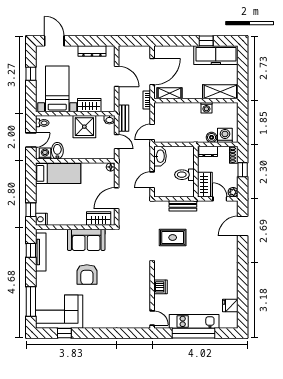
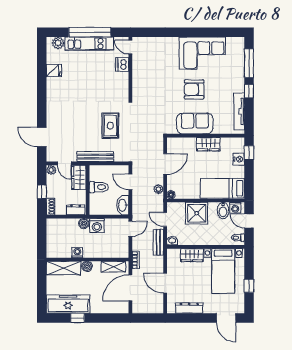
boiler: (197, 94) -> (87, 266), added
shower: (84, 127) -> (197, 213), moved
washing machine: (225, 135) -> (97, 226), moved
boiler: (212, 137) -> (84, 224), moved
door: (31, 140) -> (249, 221), hinge flipped
plant: (123, 173) -> (158, 189), added
door: (152, 180) -> (130, 182), swing flipped
bench: (183, 206) -> (95, 157), width x1.36
nightstand: (41, 219) -> (239, 159), moved
wardrobe: (99, 219) -> (208, 144), moved
door: (243, 226) -> (42, 137), swing flipped
rug: (173, 238) -> (110, 126), turned 90
window: (31, 250) -> (249, 91), moved
armchair: (87, 275) -> (194, 89), turned -90
dishwasher: (161, 287) -> (122, 64), moved
fridge: (230, 306) -> (54, 71), moved
corner sofa: (59, 312) -> (202, 53), moved
plant: (226, 322) -> (58, 43), added
window: (64, 333) -> (216, 32), removed

